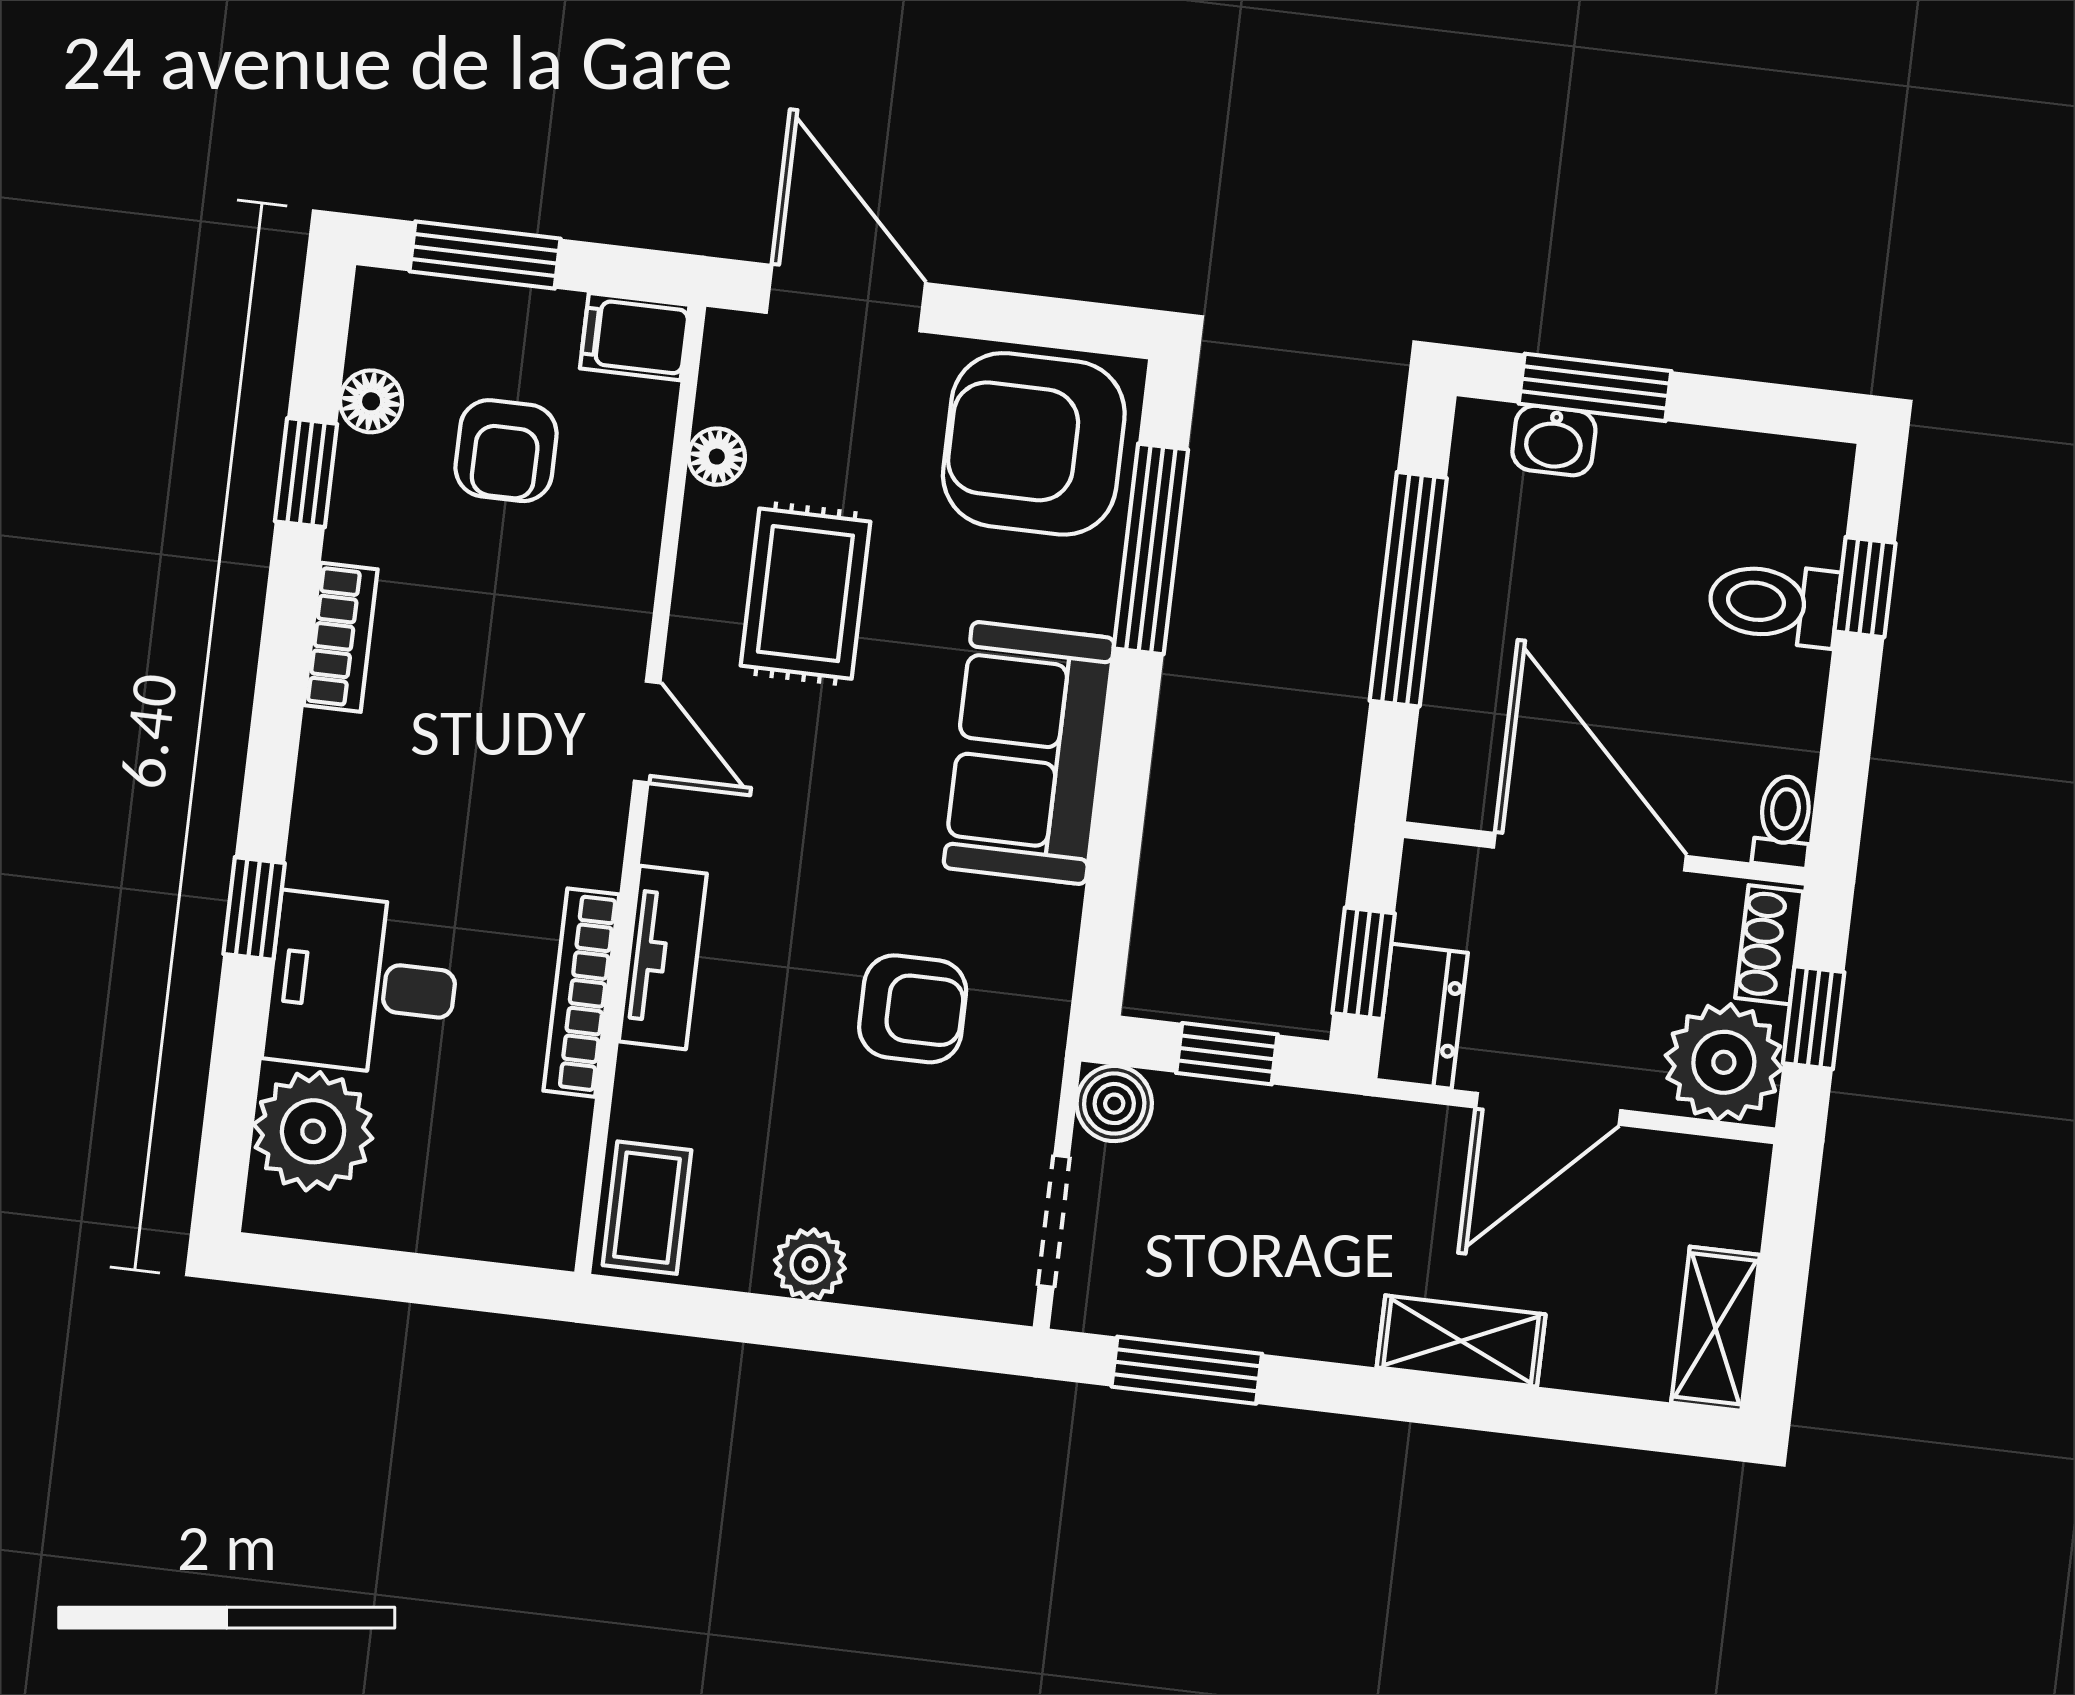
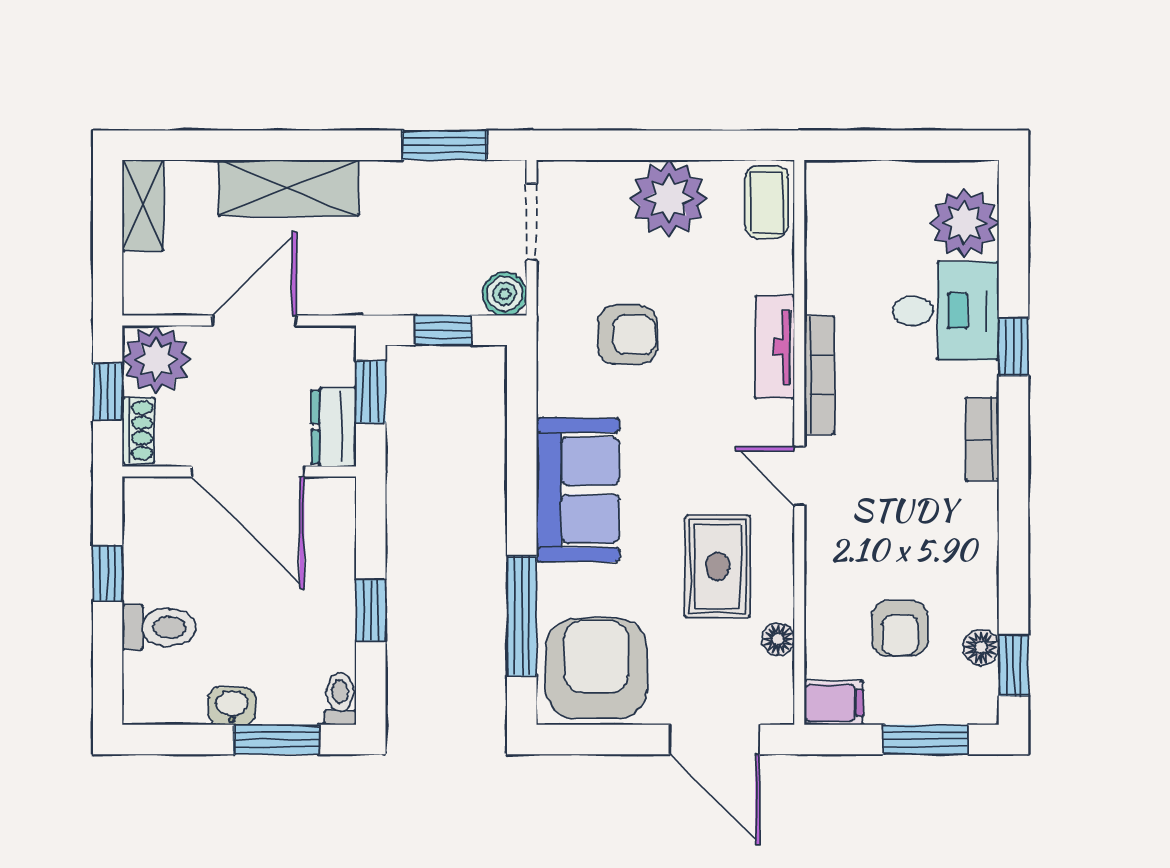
washbasin: (1554, 441) -> (232, 706), moved
armchair: (1034, 444) -> (596, 668), turned -90
armchair: (506, 451) -> (900, 628), turned 180
window: (306, 473) -> (1014, 665), moved
window: (1865, 587) -> (108, 573), moved
window: (1408, 589) -> (371, 610), width x0.46
bookcase: (341, 637) -> (982, 439), moved
toilet: (1784, 821) -> (340, 699), moved, turned 180
bookcase: (581, 993) -> (819, 375), moved
armchair: (913, 1009) -> (627, 335), turned 180
dresser: (1421, 1016) -> (334, 427), moved
plant: (810, 1264) -> (669, 198), width x1.88, depth x1.88
shelving: (1461, 1341) -> (289, 188), width x1.50, depth x1.33

